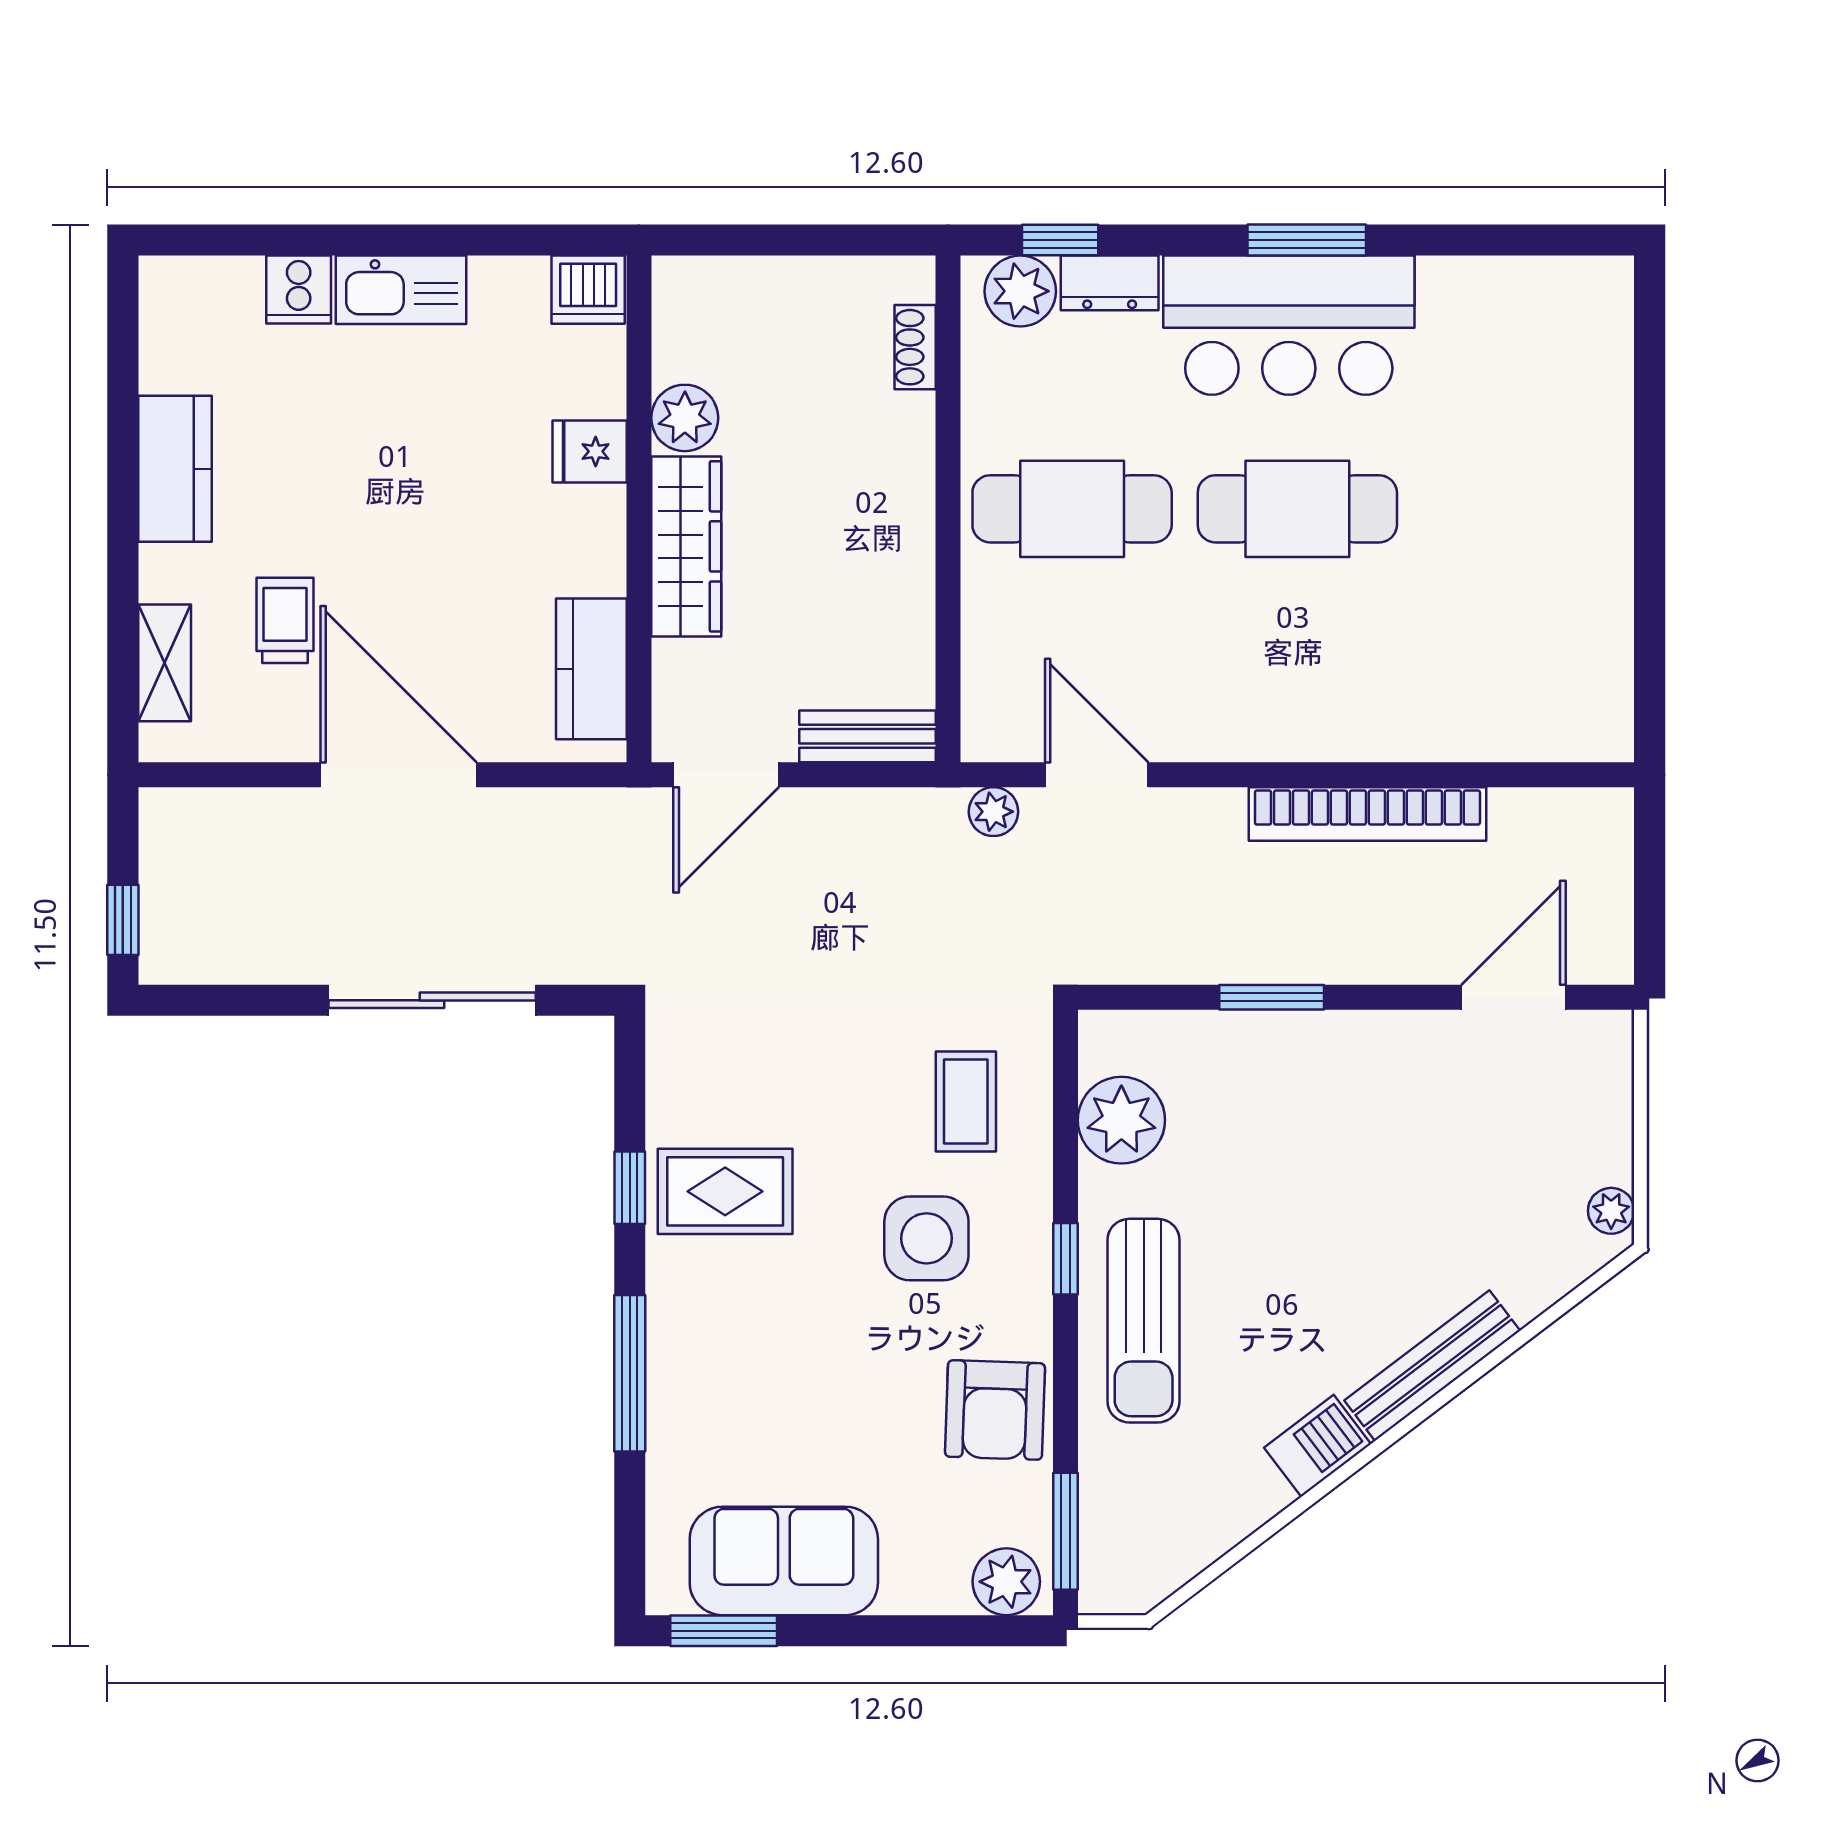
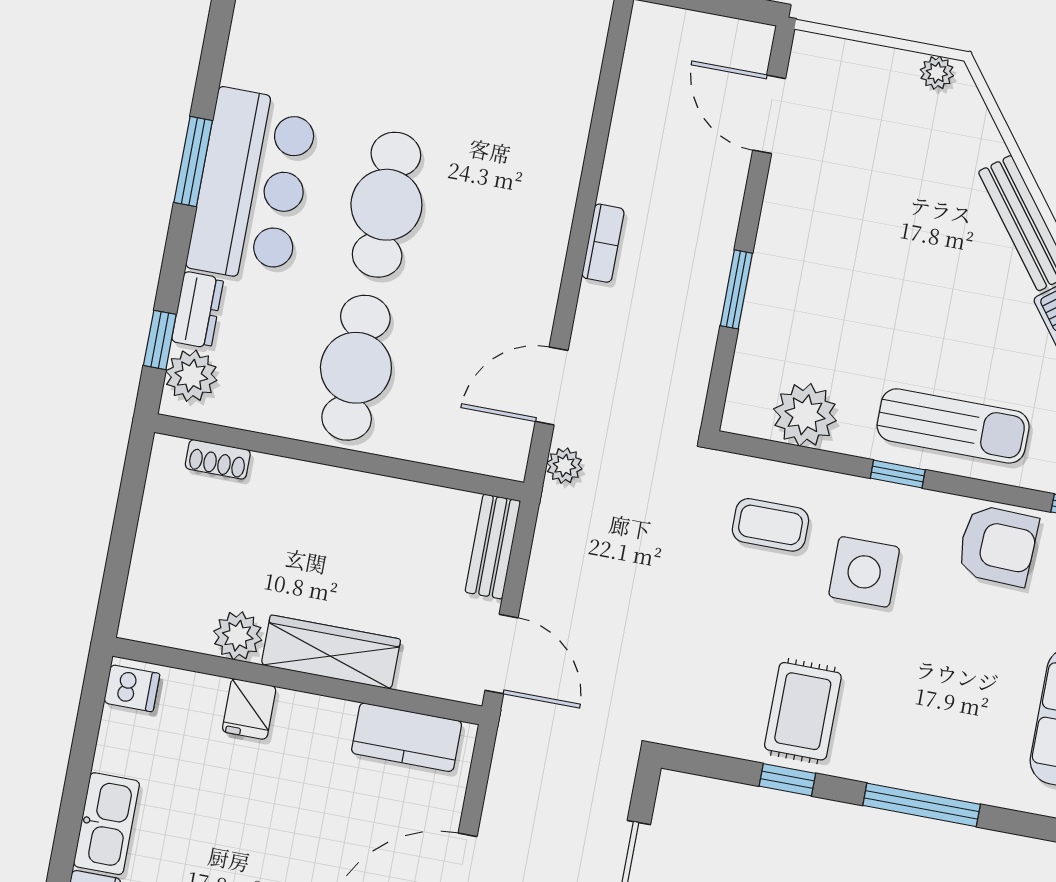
dishwasher: (588, 290) -> (132, 688), width x0.73
bookcase: (1367, 814) -> (603, 243), width x0.43, depth x0.76

